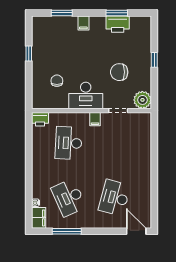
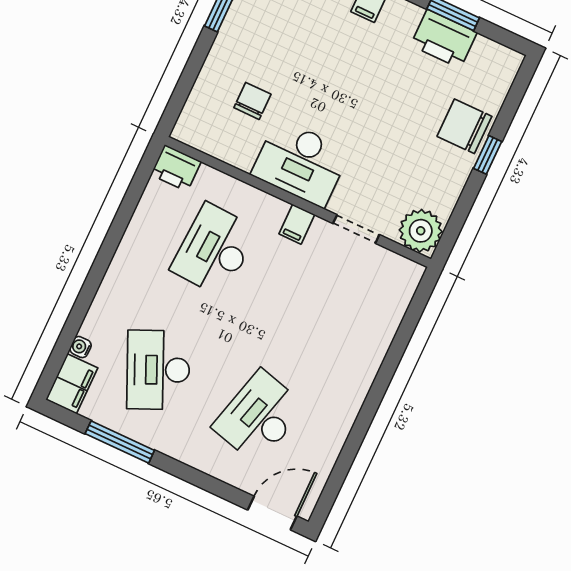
chair: (119, 72) -> (464, 126), moved
door: (136, 231) -> (272, 513), hinge flipped

